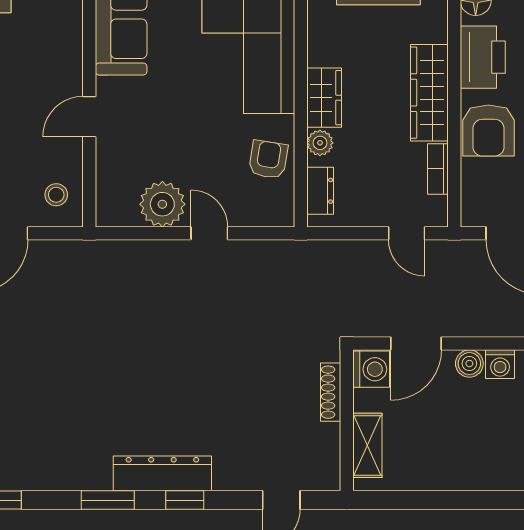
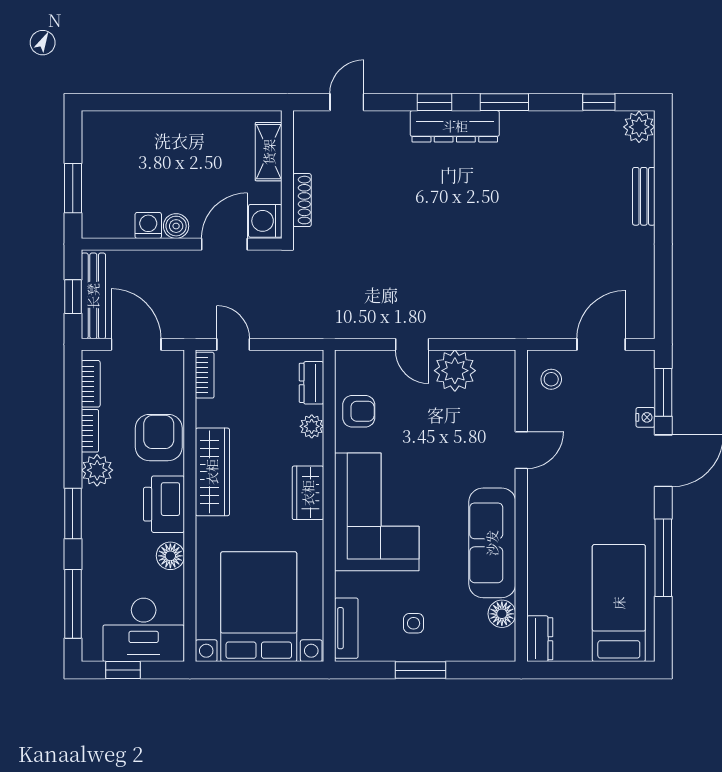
wardrobe: (324, 98) -> (308, 493), moved
armchair: (268, 160) -> (359, 411), turned -99
bookcase: (438, 169) -> (205, 375), moved

